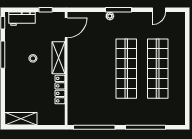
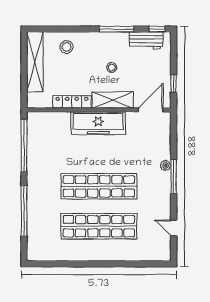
workbench: (22, 19) -> (146, 40), moved, turned -90
door: (66, 28) -> (151, 110), swing flipped
freezer: (77, 69) -> (98, 123), added
stool: (17, 94) -> (66, 47), added
shelving: (21, 119) -> (35, 62), width x1.47

